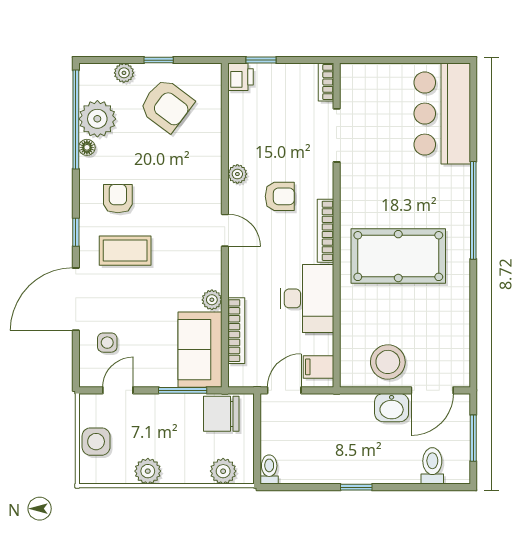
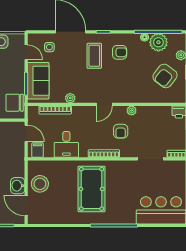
desk: (307, 298) -> (66, 144), width x0.73
sofa: (200, 350) -> (38, 81), moved, turned 90
chair: (221, 414) -> (15, 103), turned -90

